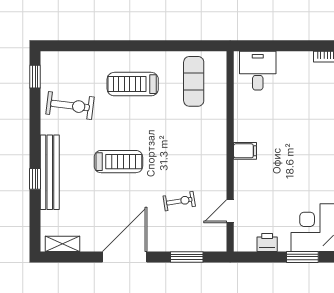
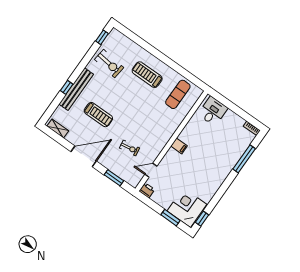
treadmill: (118, 162) -> (98, 115), moved
printer: (267, 242) -> (147, 190), moved

